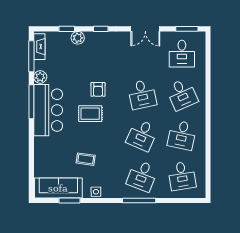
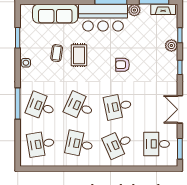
rug: (90, 114) -> (79, 55), moved
sofa: (58, 188) -> (55, 14), moved, turned 90

